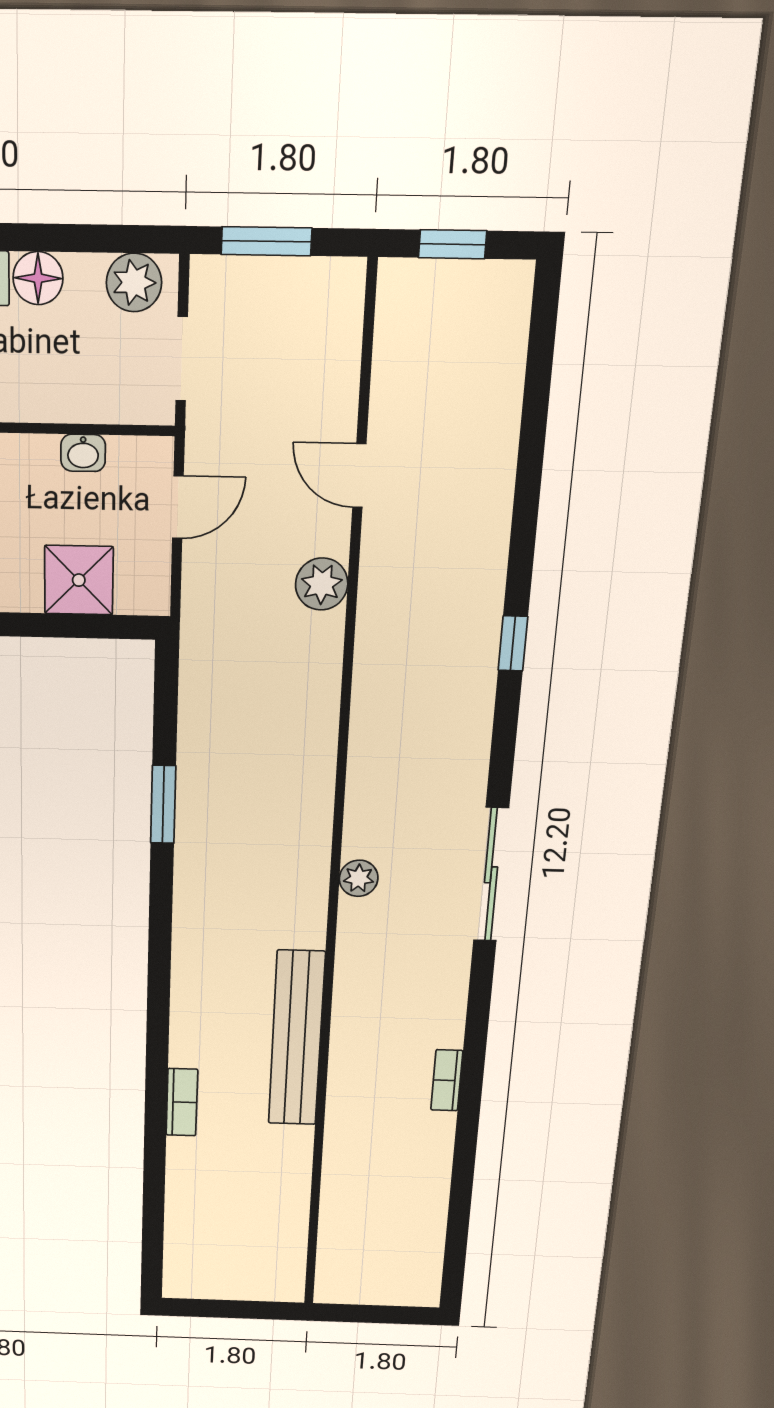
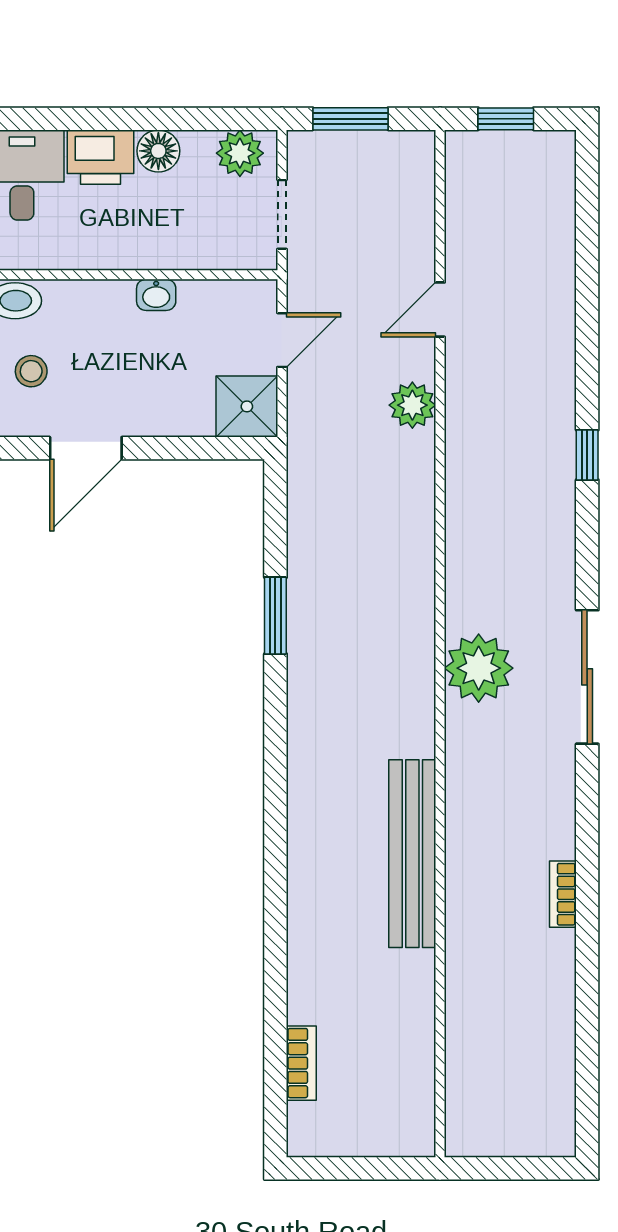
washbasin: (83, 453) -> (156, 295), moved
door: (359, 476) -> (440, 310), hinge flipped
shower: (79, 580) -> (247, 406), moved
plant: (359, 878) -> (479, 668), width x1.87, depth x1.87
bookcase: (182, 1102) -> (301, 1063), moved

